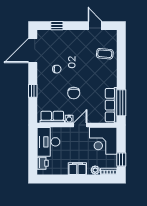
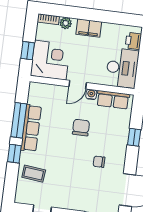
window: (121, 67) -> (14, 154), added
window: (121, 103) -> (19, 120), moved
row of seats: (111, 105) -> (31, 128), moved
window: (121, 160) -> (28, 51), moved

